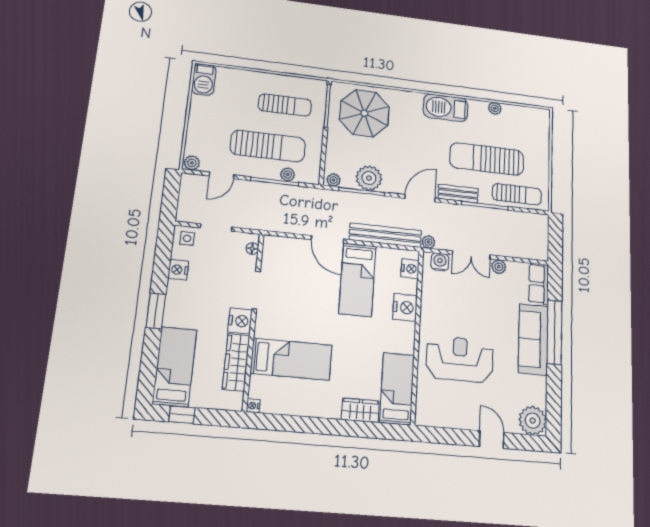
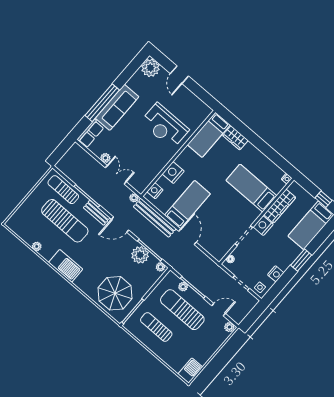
water cooler: (440, 262) -> (136, 183), removed

